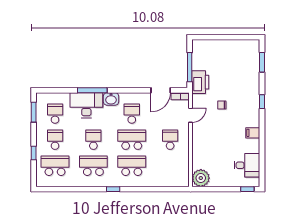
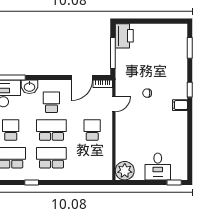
printer: (200, 82) -> (124, 36), moved
filing cabinet: (253, 133) -> (180, 105), moved
desk: (247, 165) -> (158, 167), moved, turned 90

